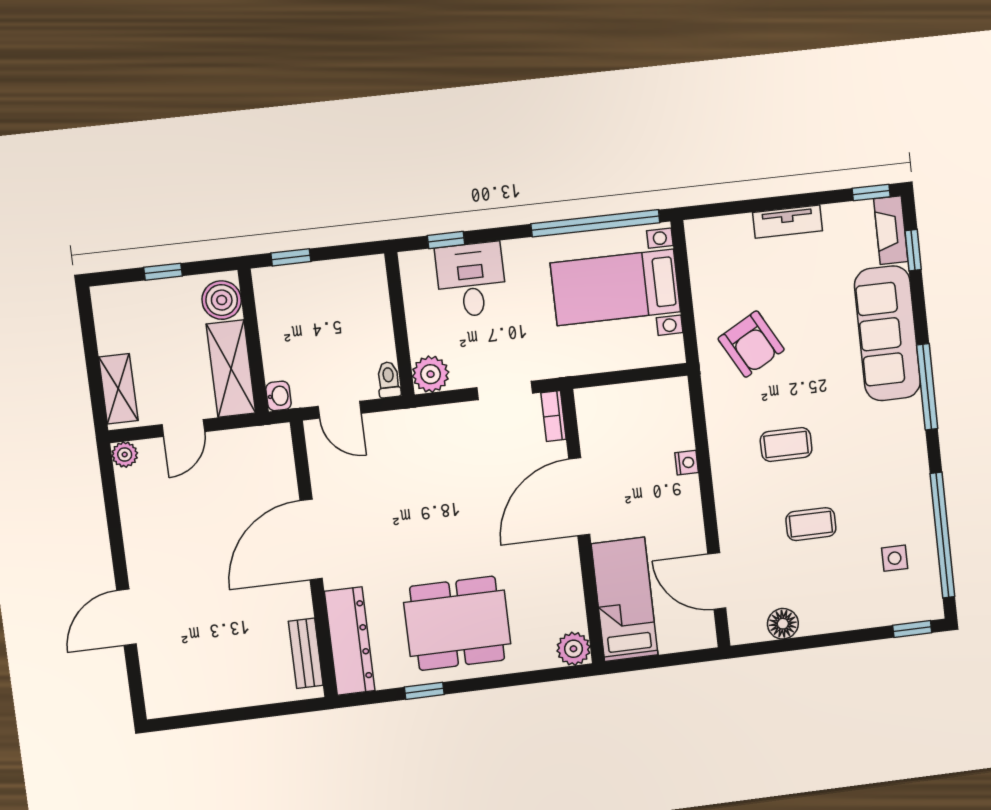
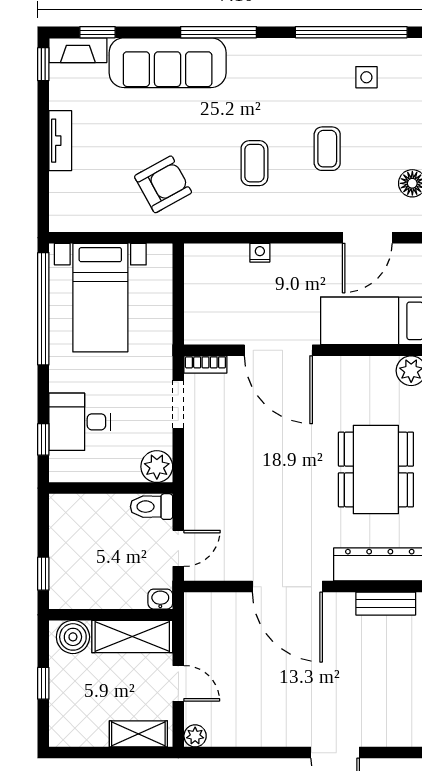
toilet: (389, 380) -> (151, 507), width x1.37, depth x1.39

